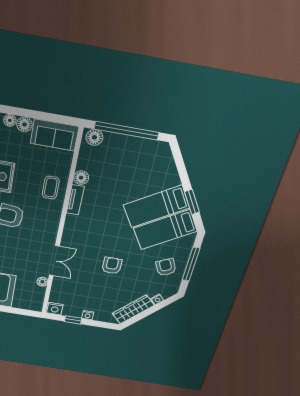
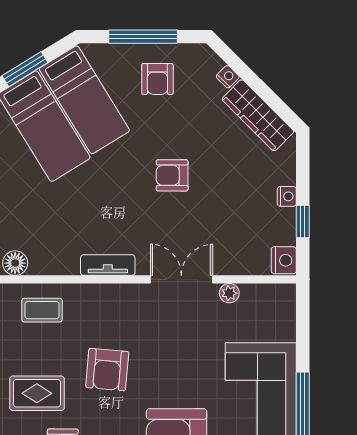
tv unit: (75, 200) -> (108, 265), moved
armchair: (166, 267) -> (157, 79), turned -64

